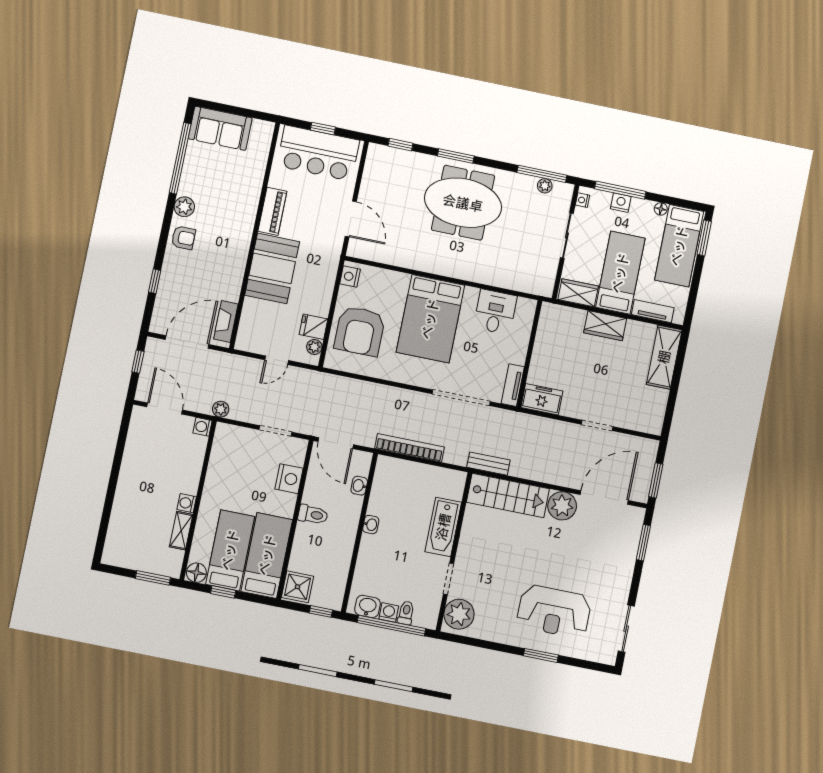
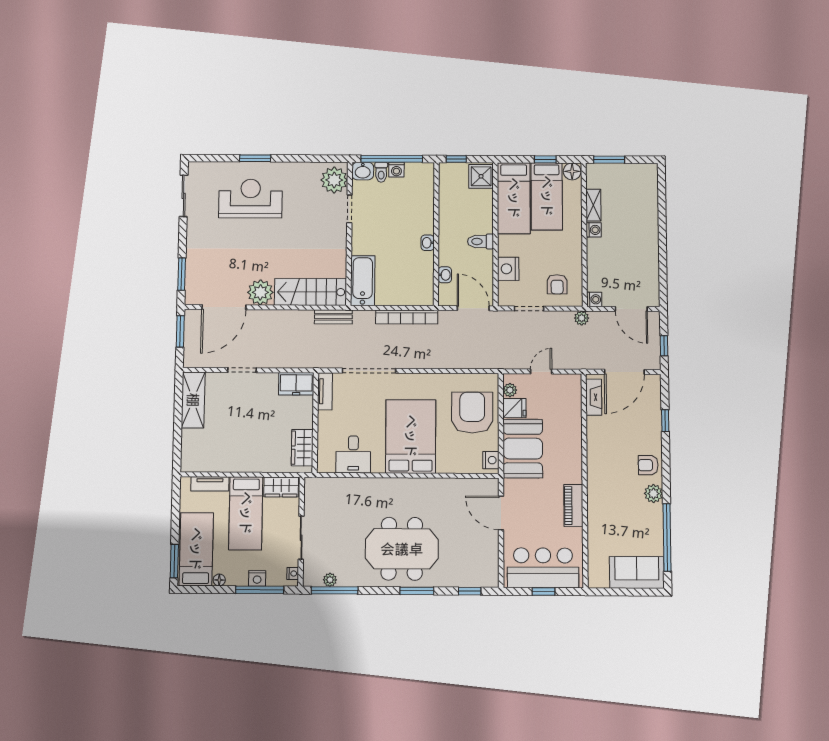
booth: (272, 268) -> (523, 449), moved
wardrobe: (605, 326) -> (302, 448), moved, turned -90
shelving: (664, 357) -> (193, 400), moved
armchair: (239, 451) -> (557, 284), added
bathtub: (443, 527) -> (363, 281), moved
washbasin: (367, 606) -> (363, 171), moved

